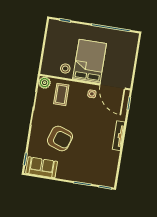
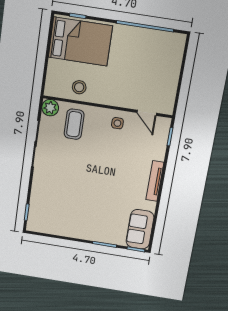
bed: (90, 61) -> (80, 42), moved, turned 90
door: (112, 87) -> (147, 113), width x0.53
armchair: (60, 138) -> (73, 185), removed
sofa: (42, 167) -> (140, 229), moved, turned -90

